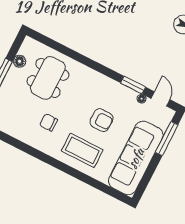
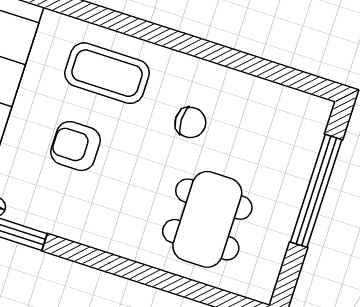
floor lamp: (20, 61) -> (275, 246), removed

